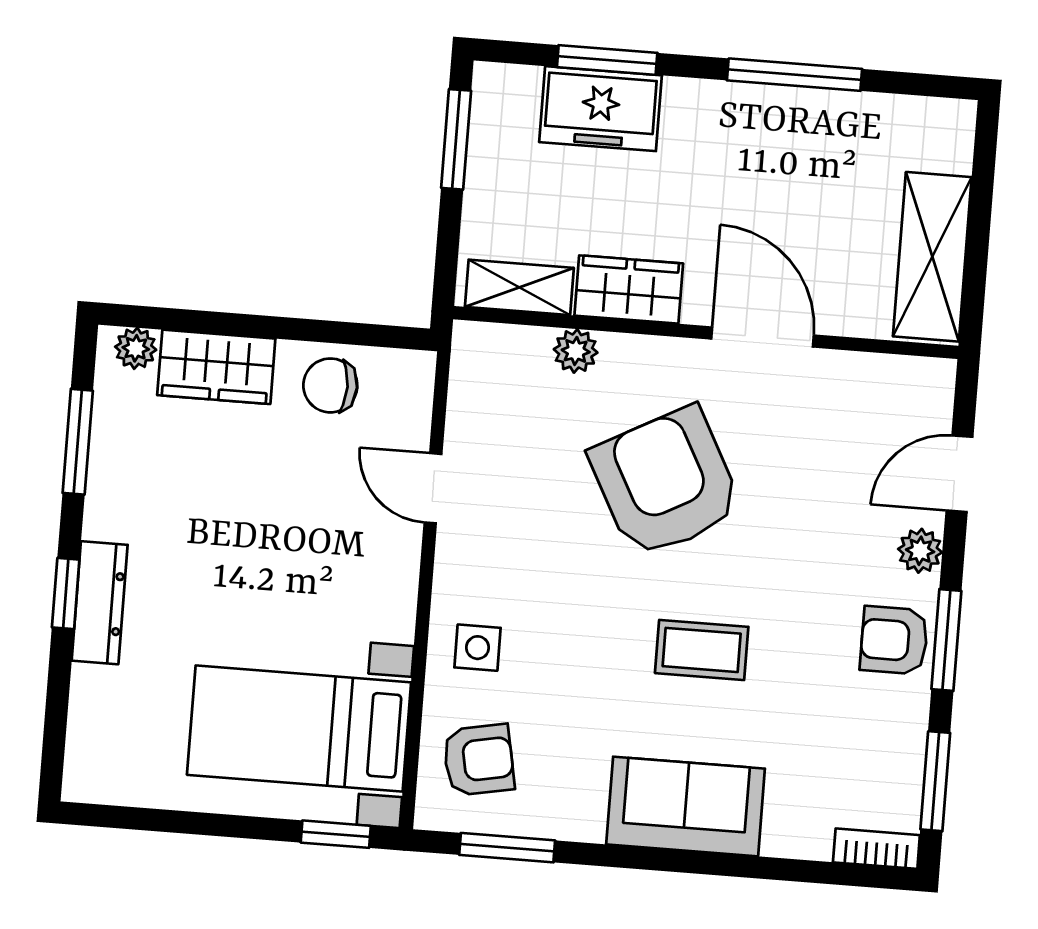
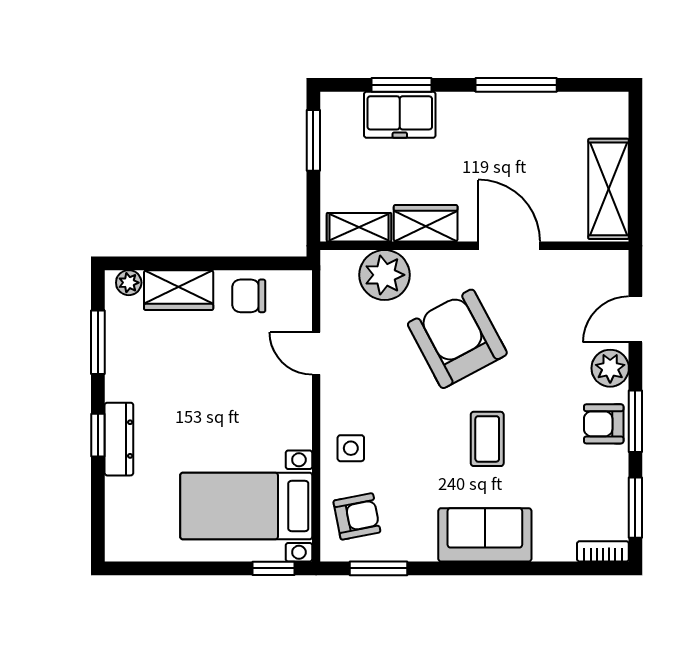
plant: (576, 351) -> (385, 275), width x1.88, depth x1.88
plant: (920, 551) -> (610, 368), width x1.38, depth x1.38
coffee table: (702, 650) -> (487, 439), turned 90

